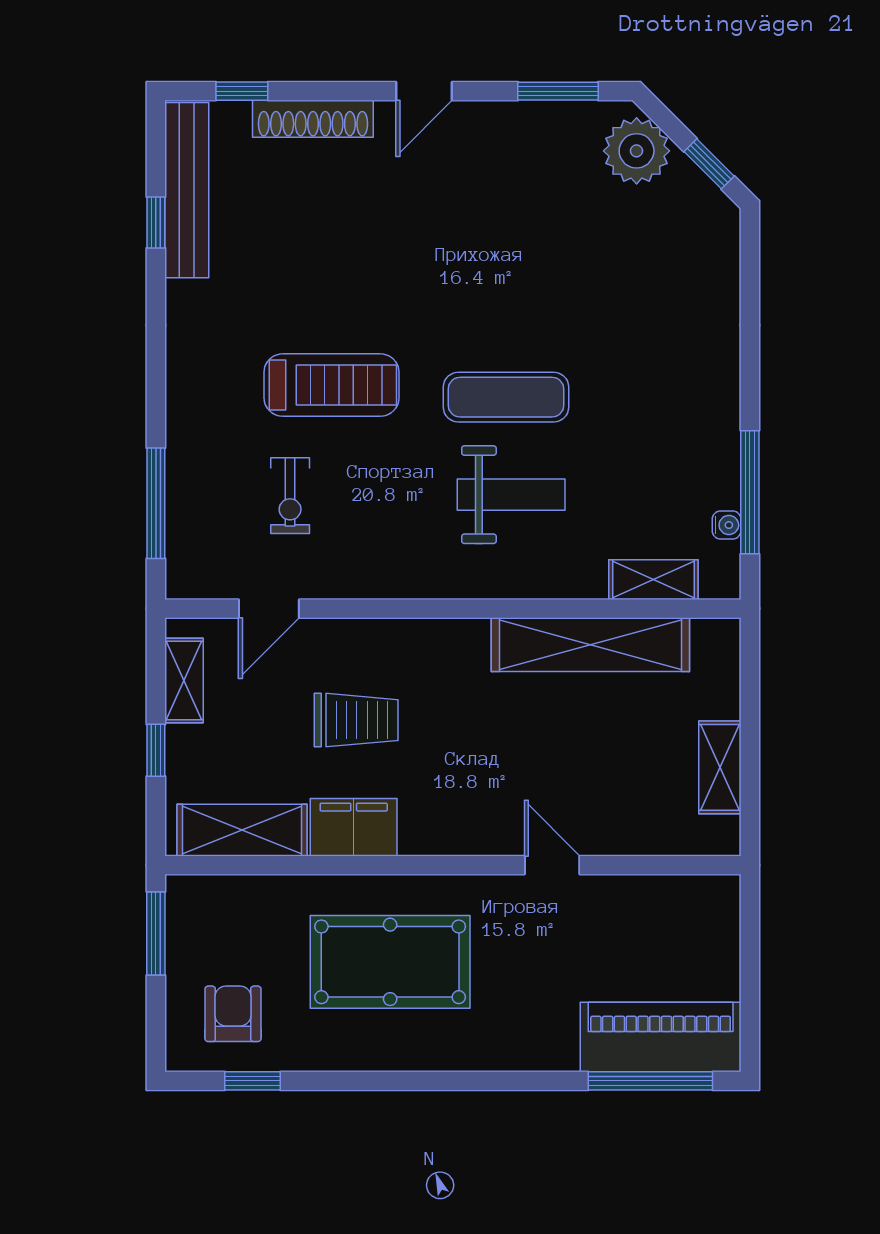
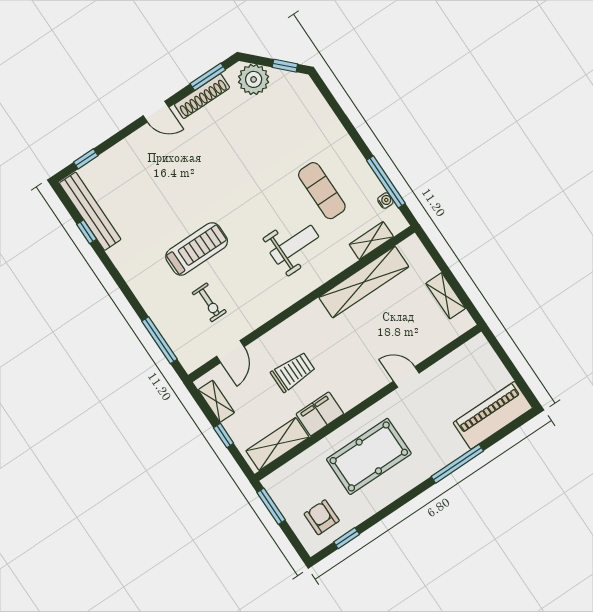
door: (424, 91) -> (156, 112), hinge flipped
shoe rack: (313, 119) -> (202, 96), moved
exercise mat: (506, 397) -> (322, 191), moved, turned 90
window: (650, 1081) -> (457, 464), moved

